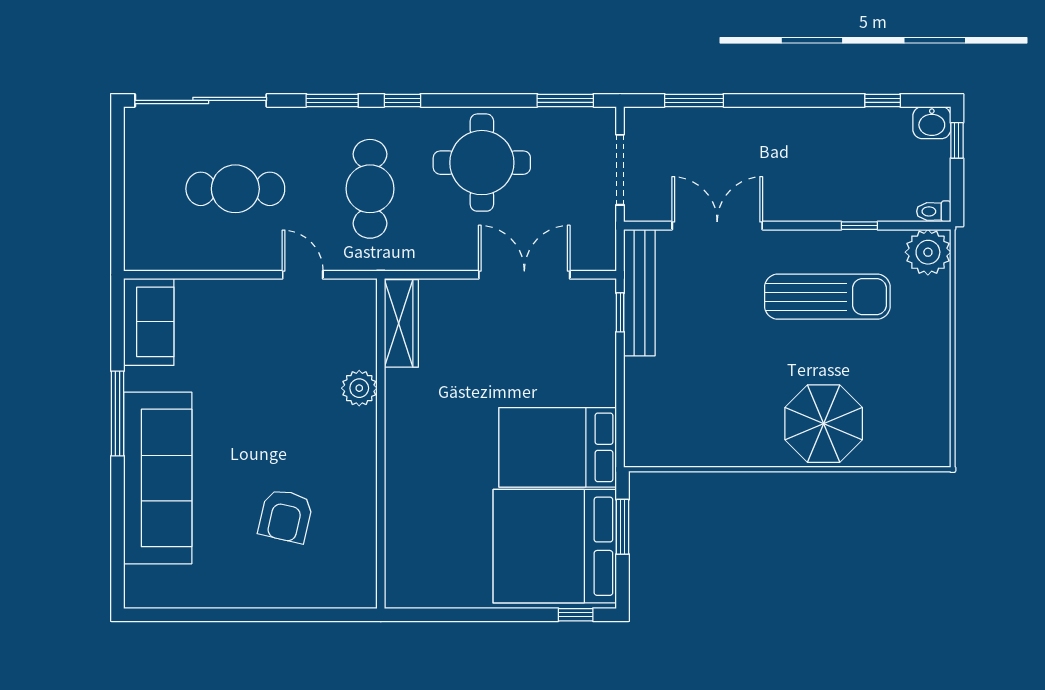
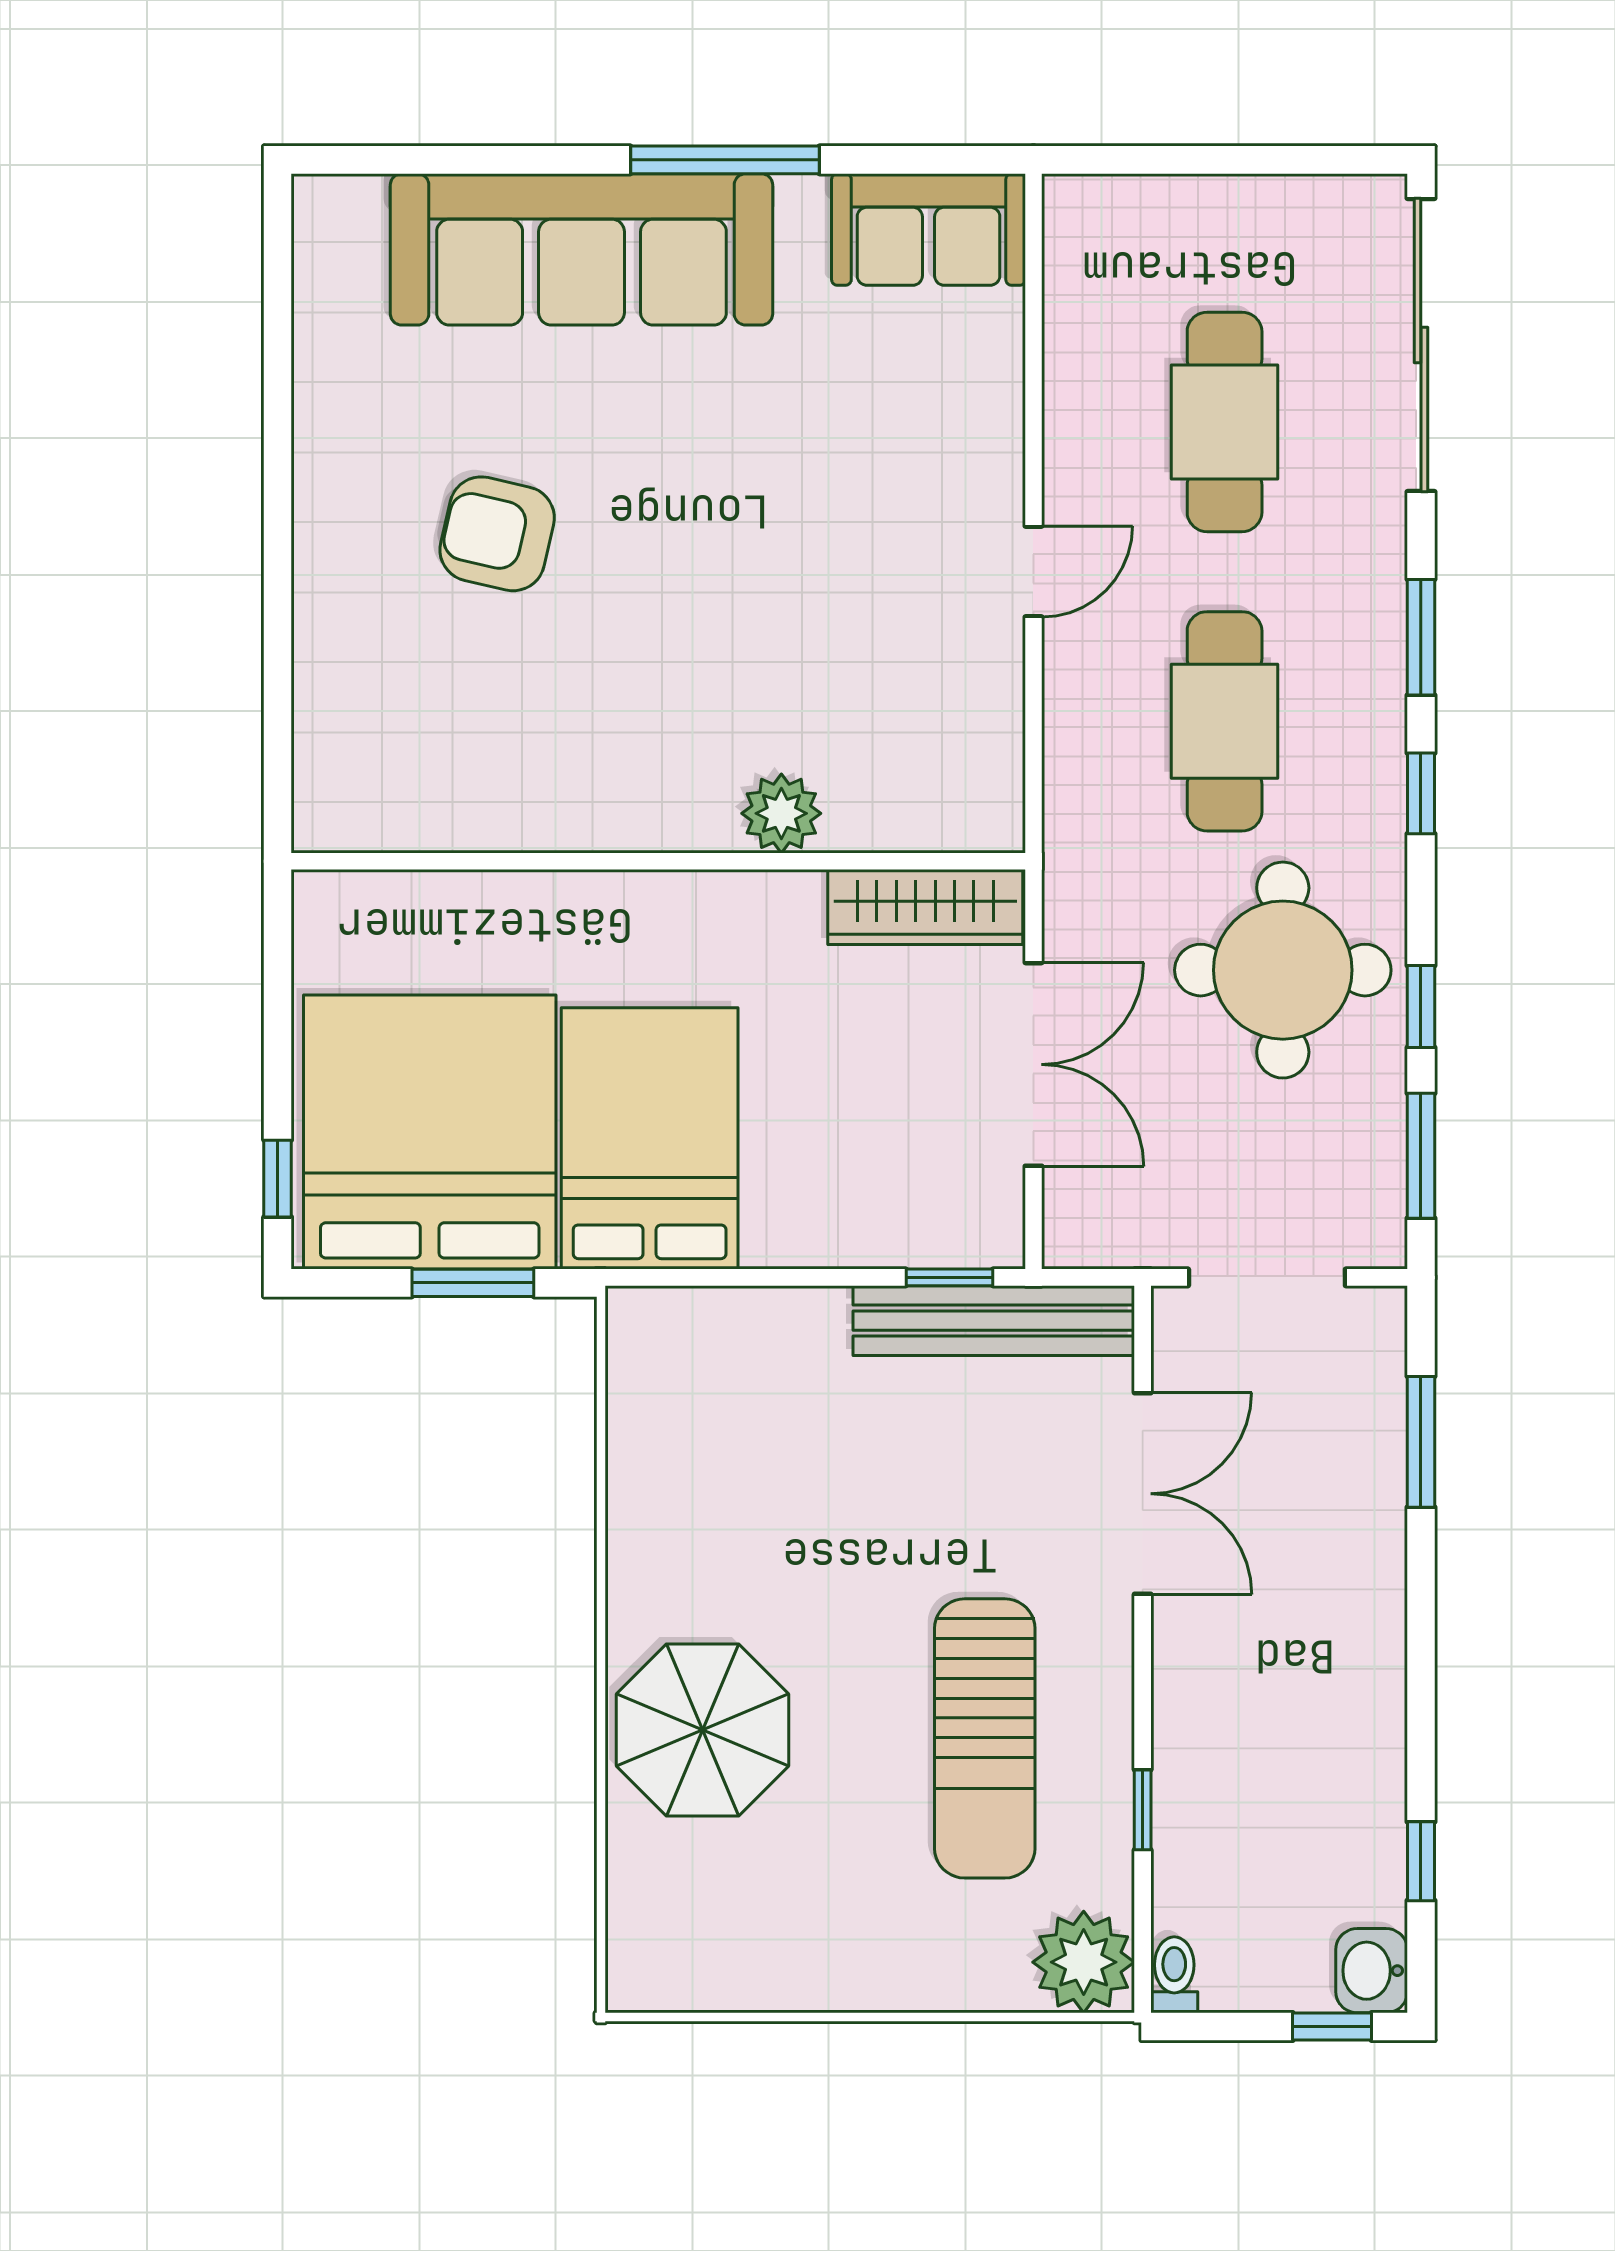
window: (498, 100) -> (1421, 1007), added
cafe table: (370, 189) -> (1225, 721), turned 90
wardrobe: (401, 323) -> (925, 907), moved
plant: (359, 388) -> (781, 813), moved
wall: (381, 443) -> (658, 861), moved

